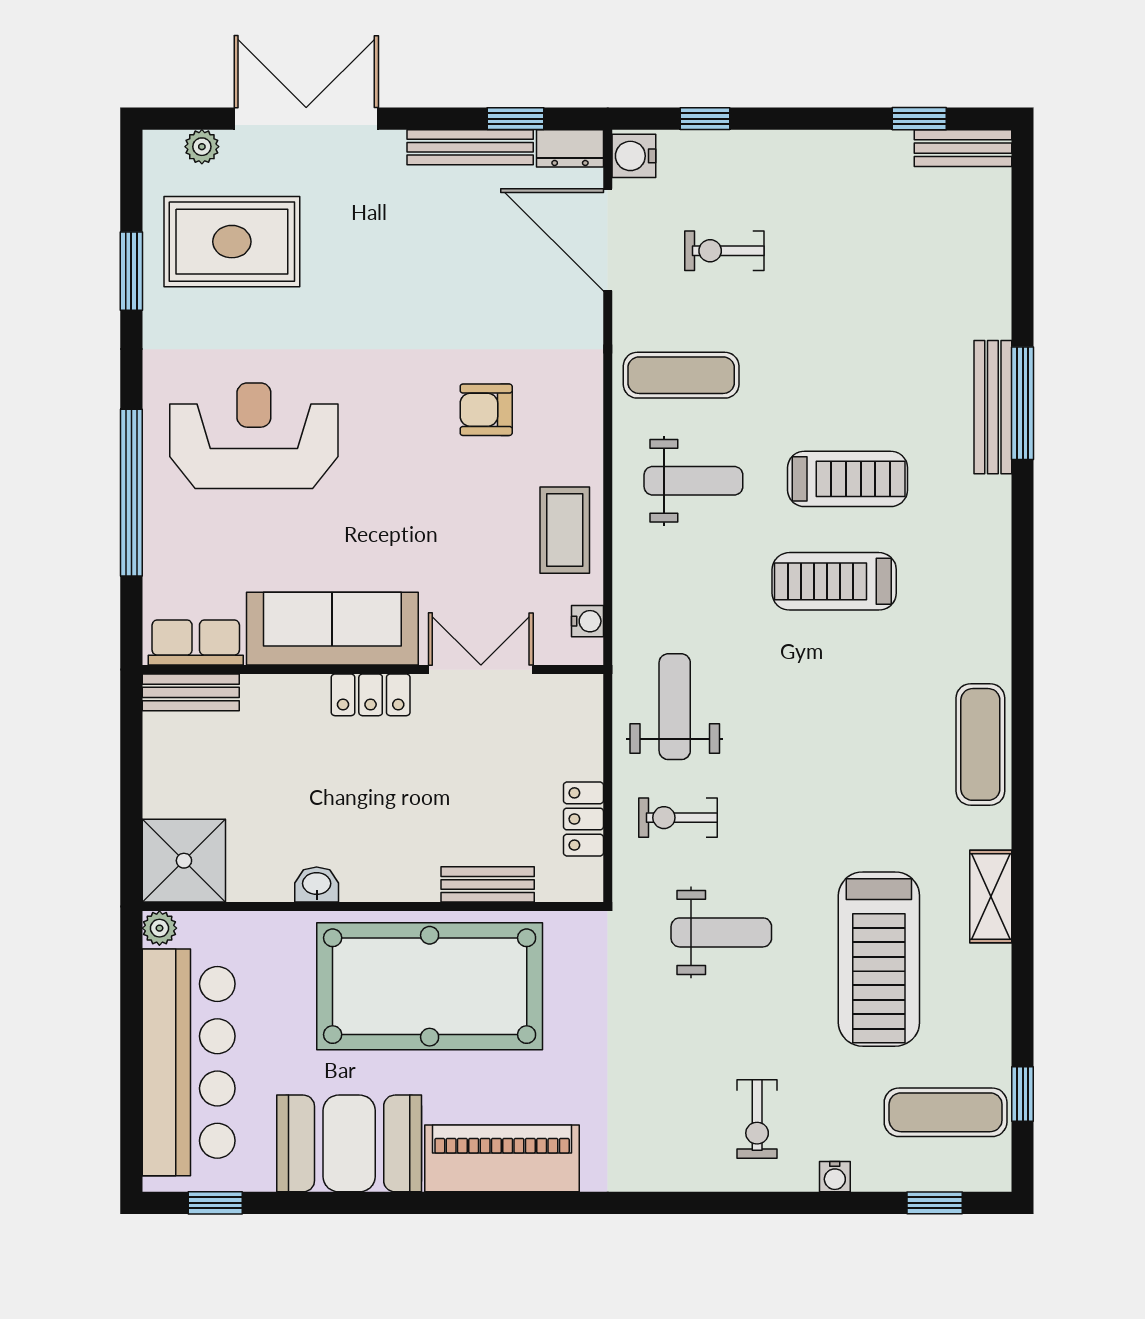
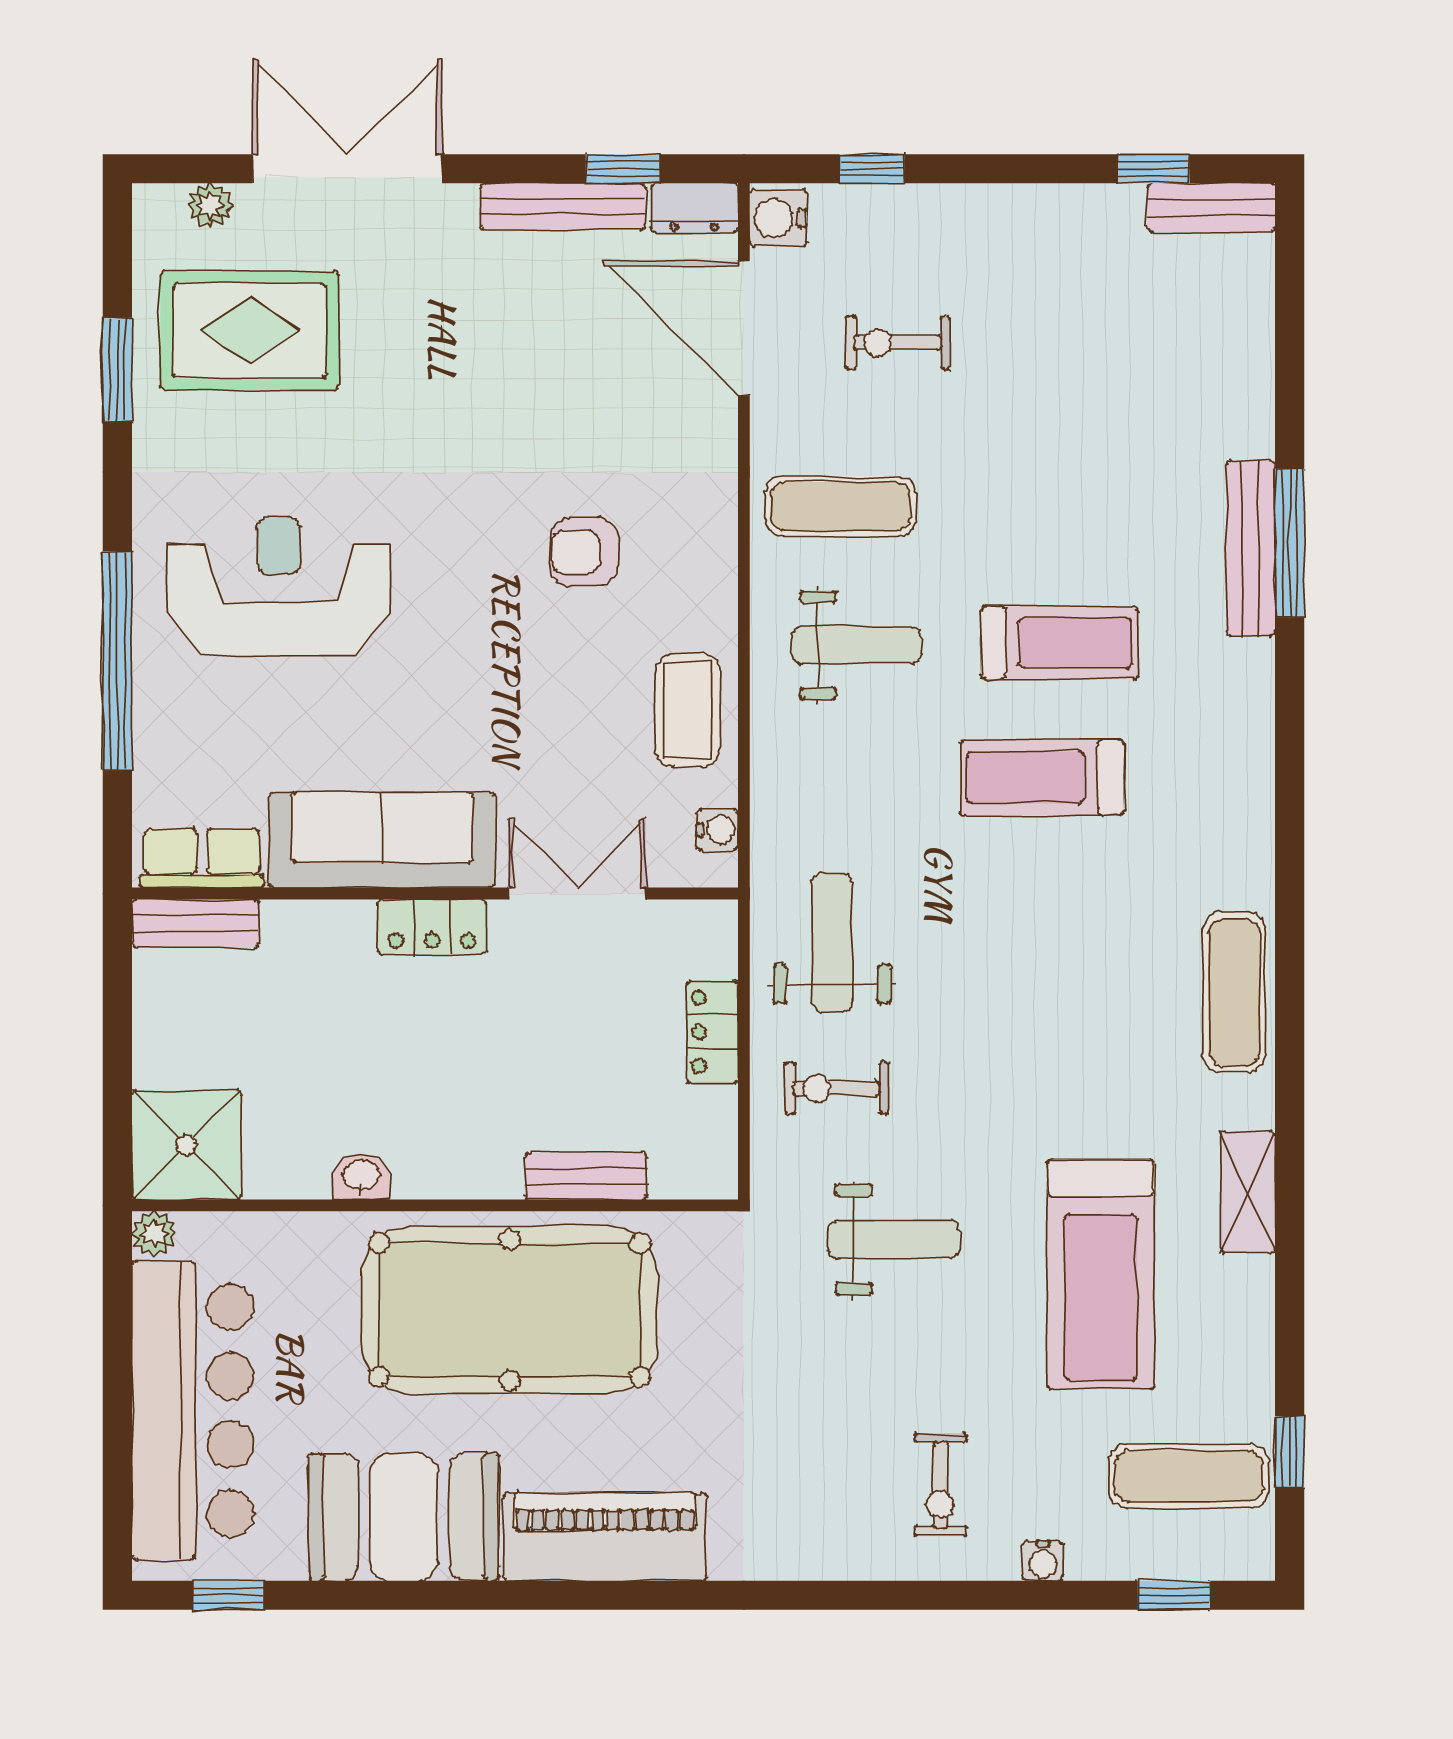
locker: (583, 819) -> (712, 1032), moved

